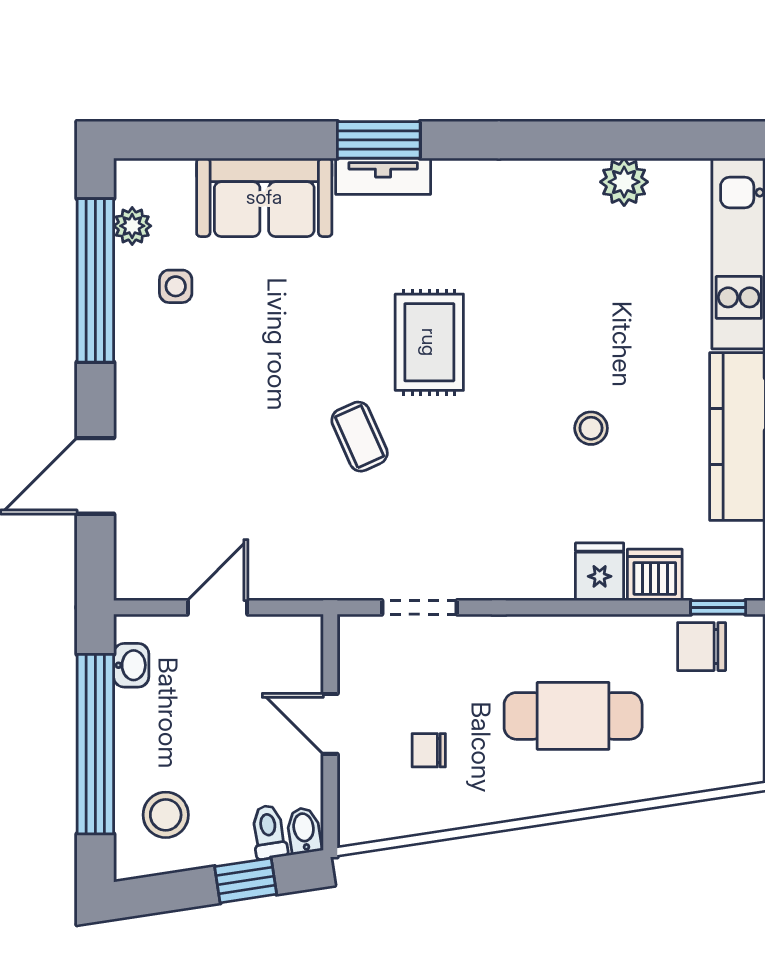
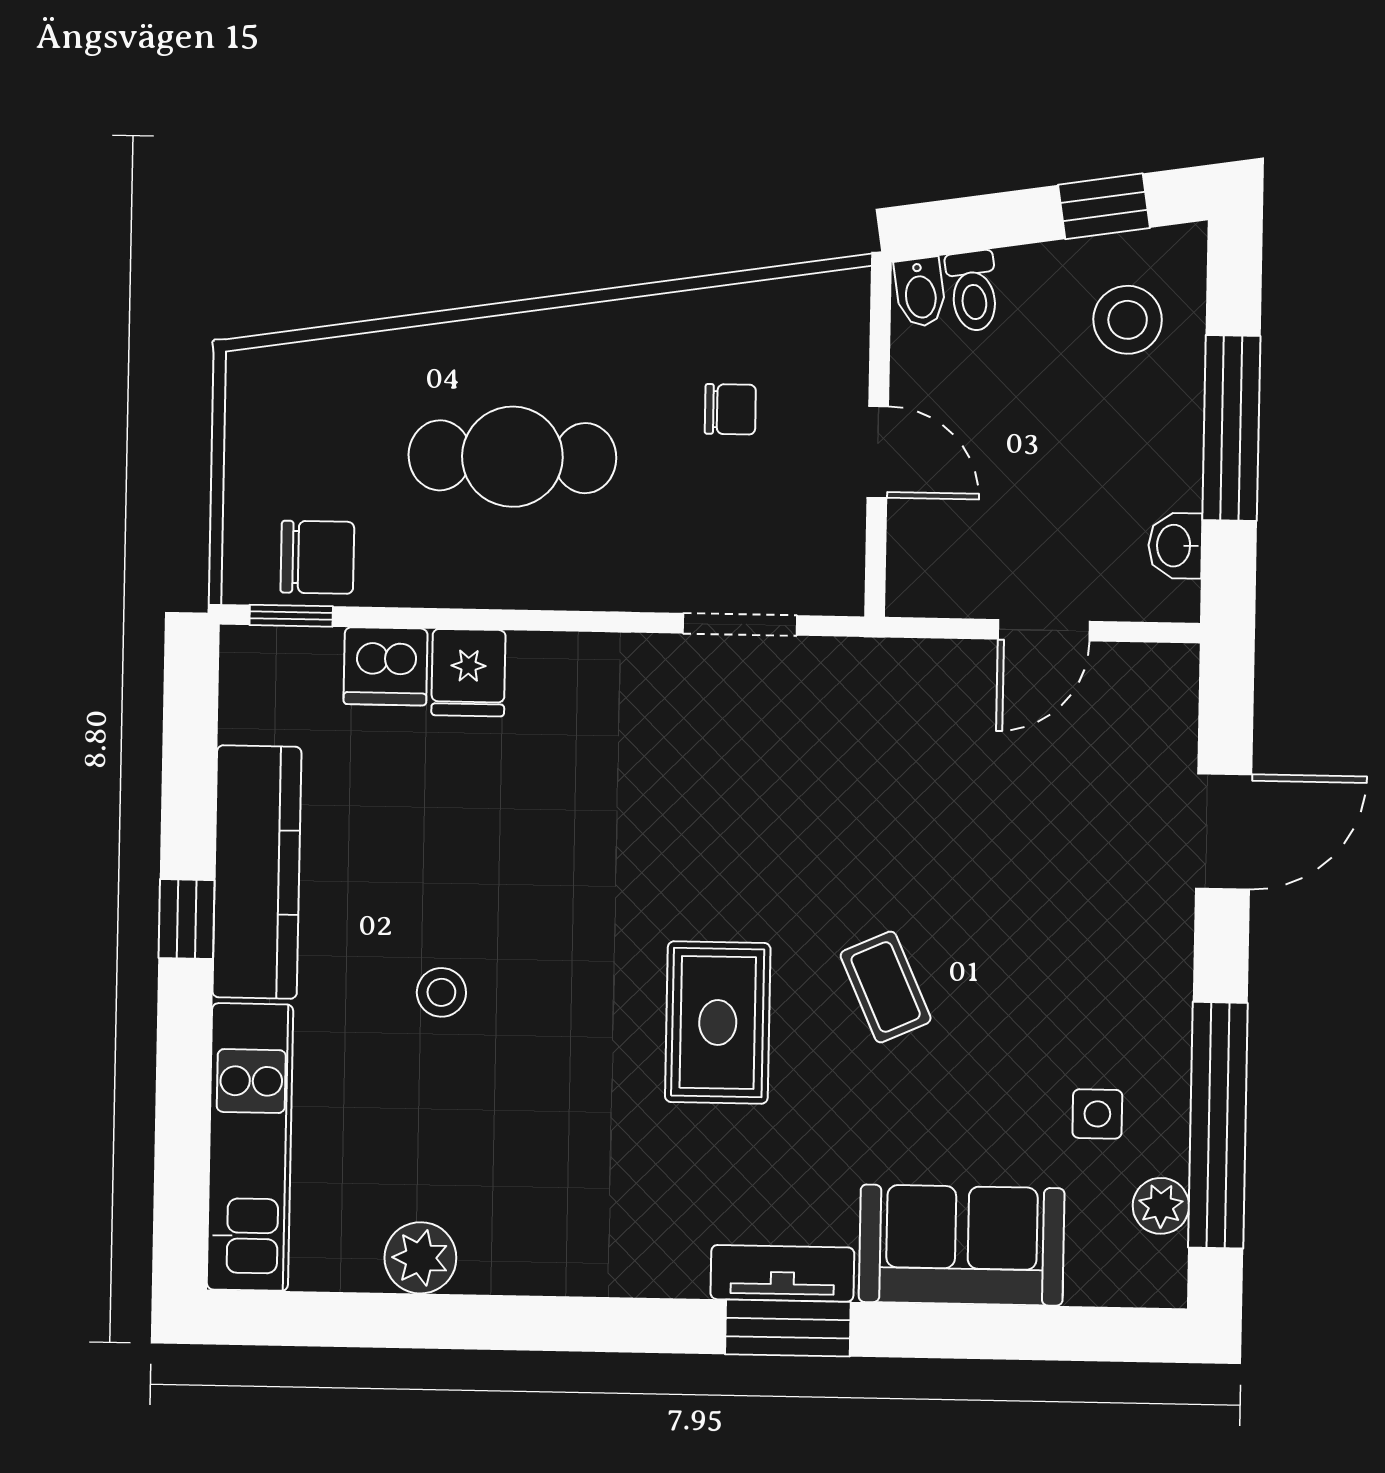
stool: (591, 428) -> (441, 992), moved
coffee table: (360, 437) -> (886, 987), moved
window: (95, 744) -> (1231, 428), width x0.68
window: (246, 880) -> (1104, 206), moved

